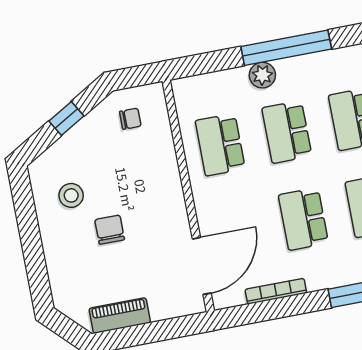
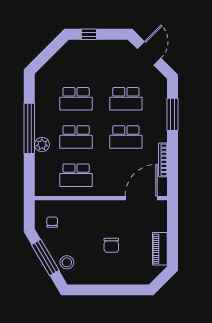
window: (66, 118) -> (45, 257), width x2.17
stool: (71, 195) -> (67, 262), moved
chair: (110, 230) -> (111, 245), turned -90
door: (202, 266) -> (141, 198), hinge flipped

